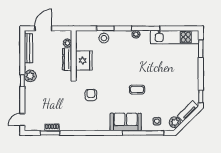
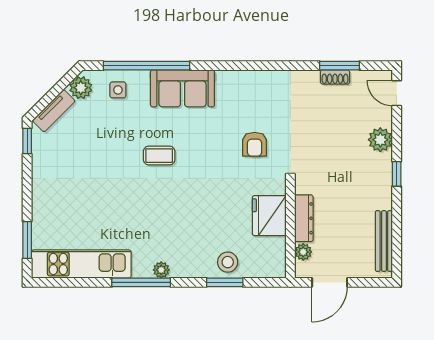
door: (43, 28) -> (330, 282), moved
plant: (30, 76) -> (380, 140), moved
door: (22, 120) -> (397, 93), swing flipped

